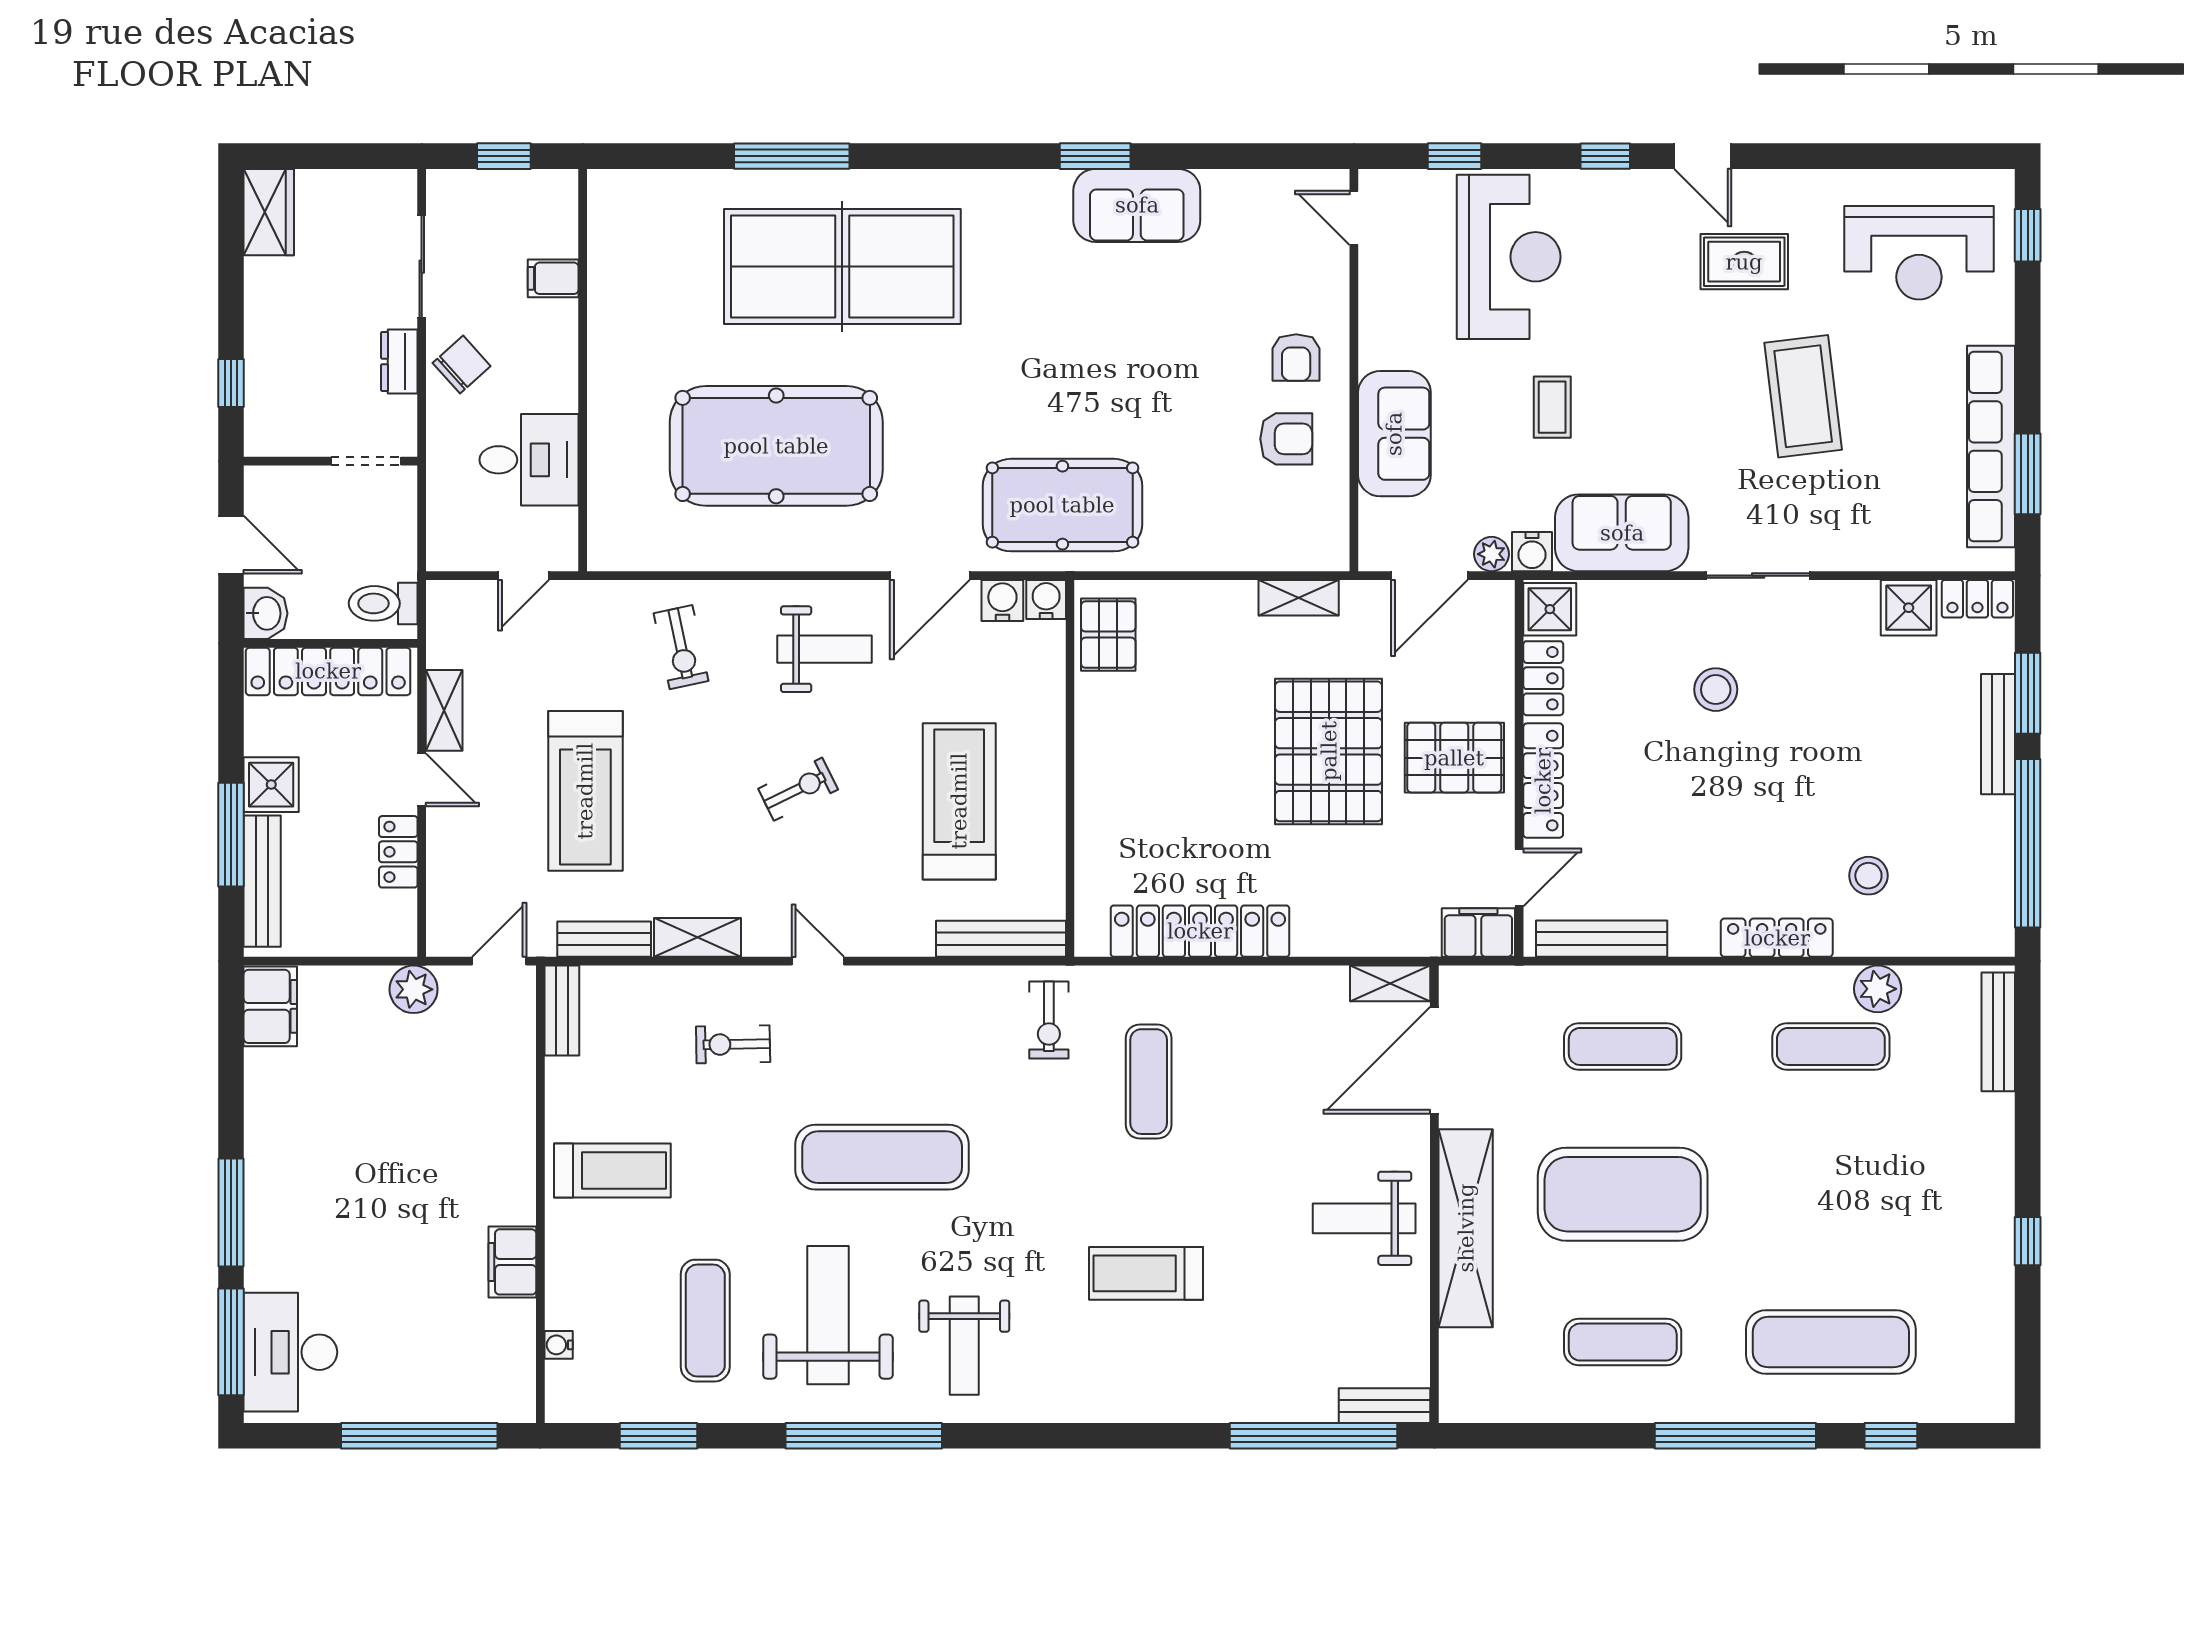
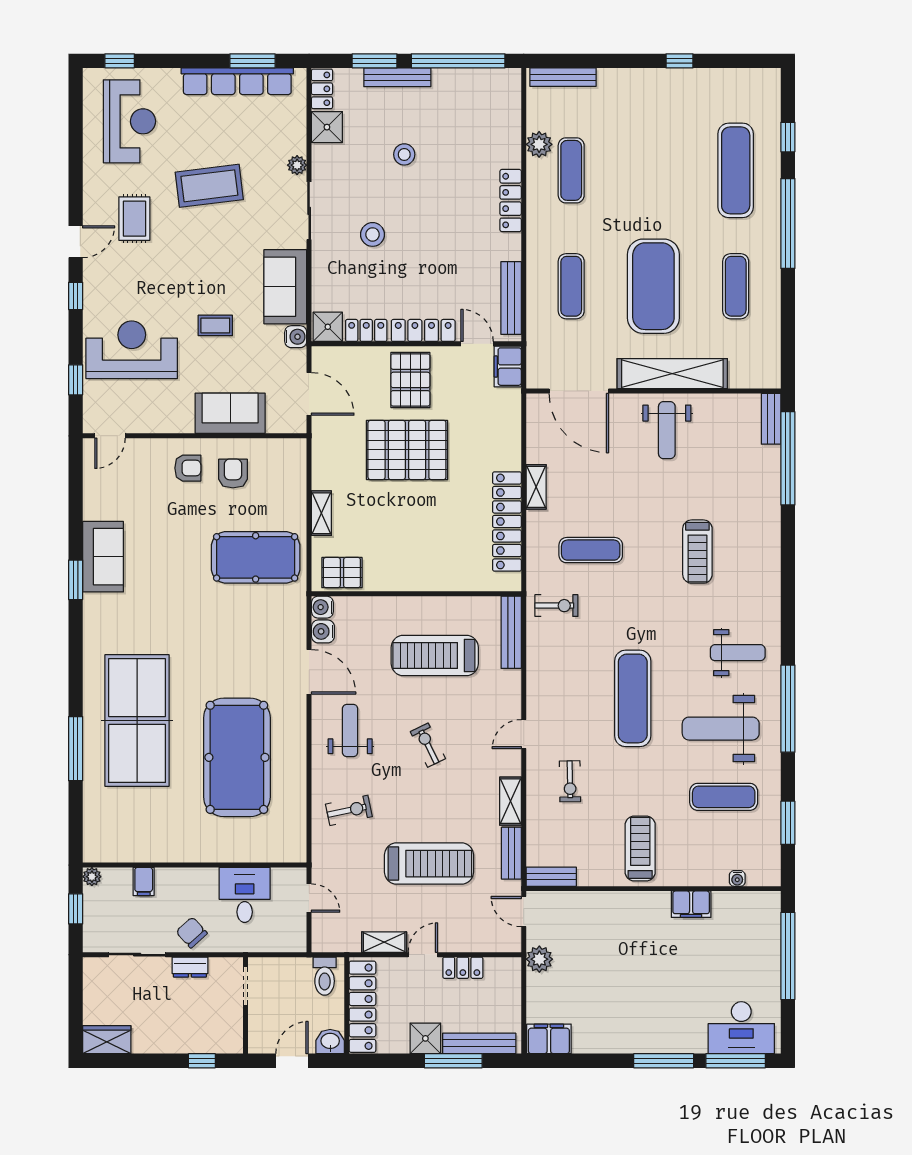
plant: (562, 185) -> (92, 877), added
pool table: (1062, 505) -> (256, 557), moved, turned 90
plant: (1492, 554) -> (297, 165), moved
shelving: (1299, 598) -> (321, 513), moved
stool: (1868, 876) -> (404, 154), moved
shelving: (1390, 983) -> (536, 487), moved

